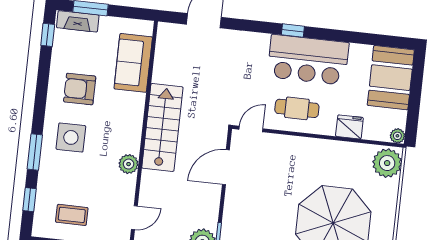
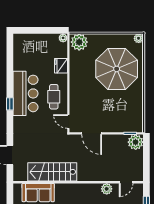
booth: (391, 78) -> (30, 45), removed
stairs: (162, 127) -> (52, 172), moved
plant: (129, 164) -> (107, 189), moved
door: (134, 218) -> (126, 182), swing flipped

